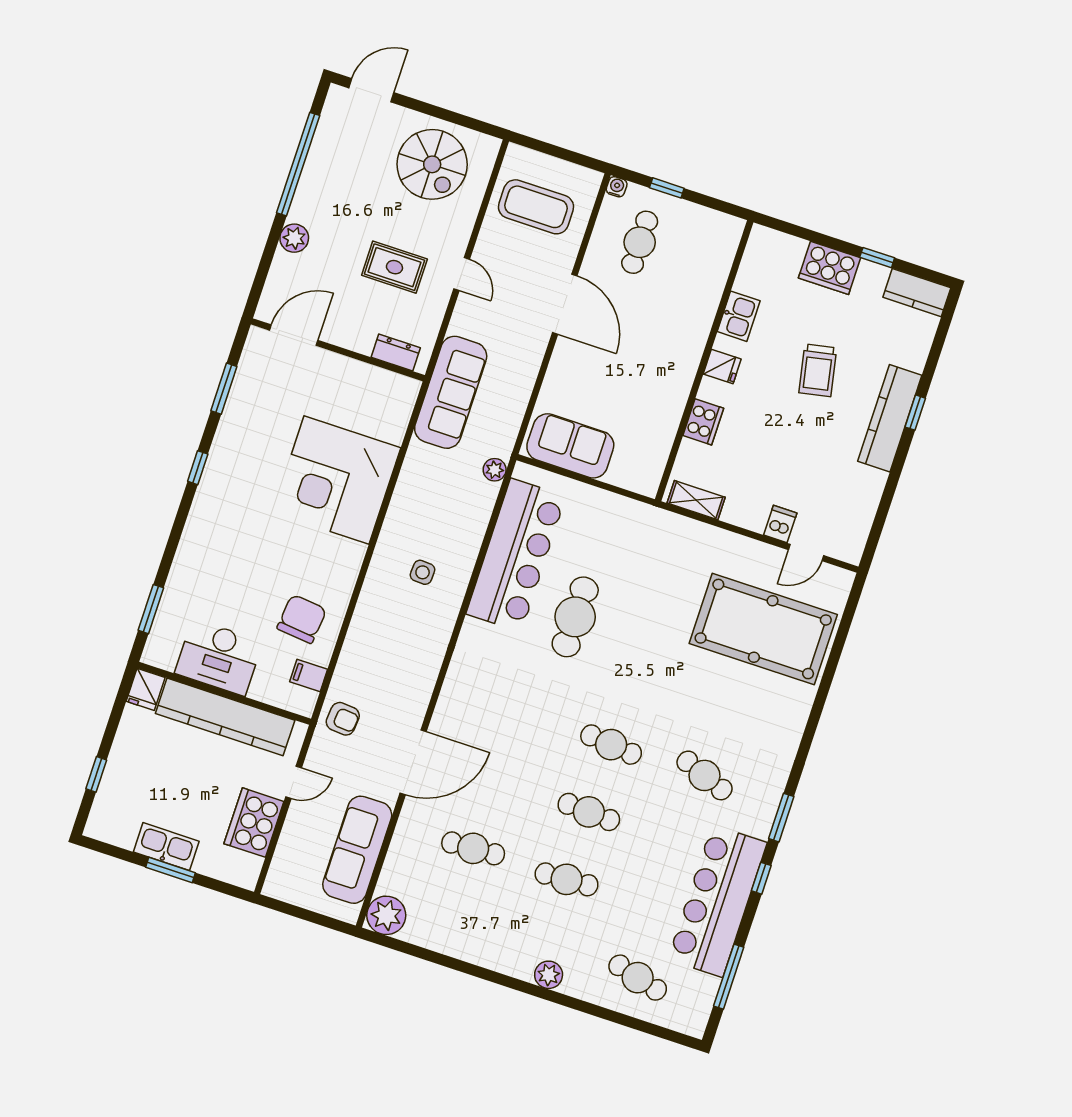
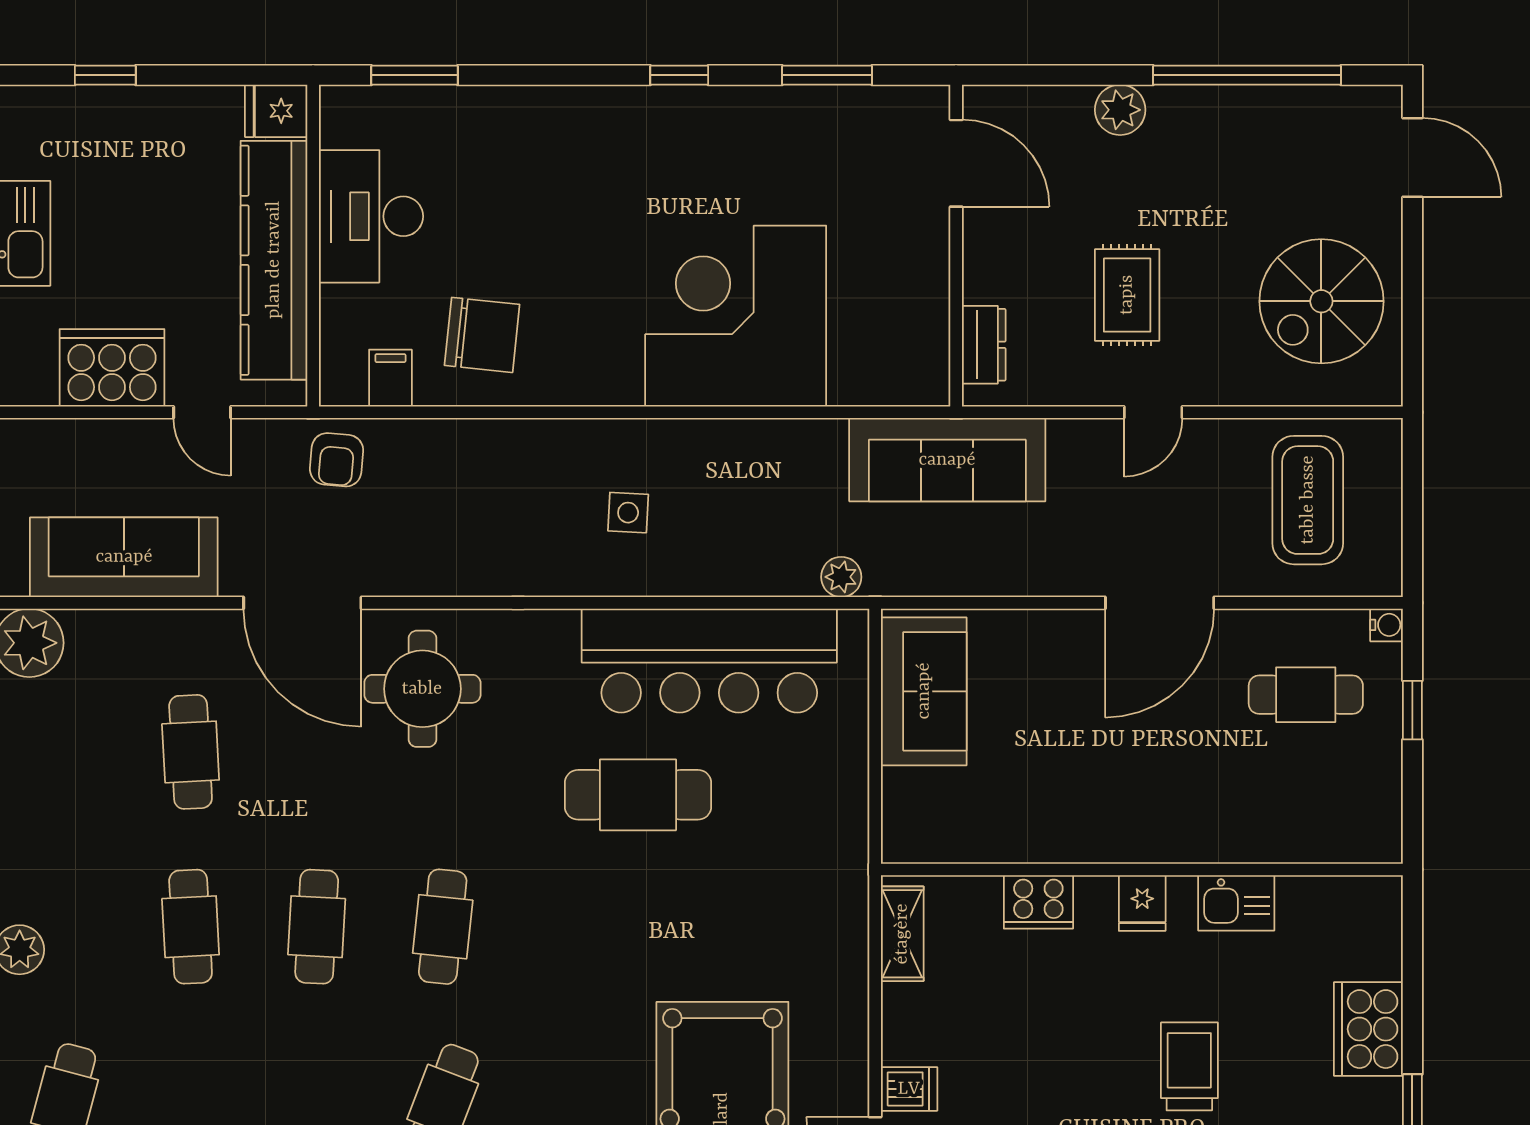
trolley: (818, 370) -> (1189, 1066), turned 101
round table: (480, 713) -> (422, 689), added

